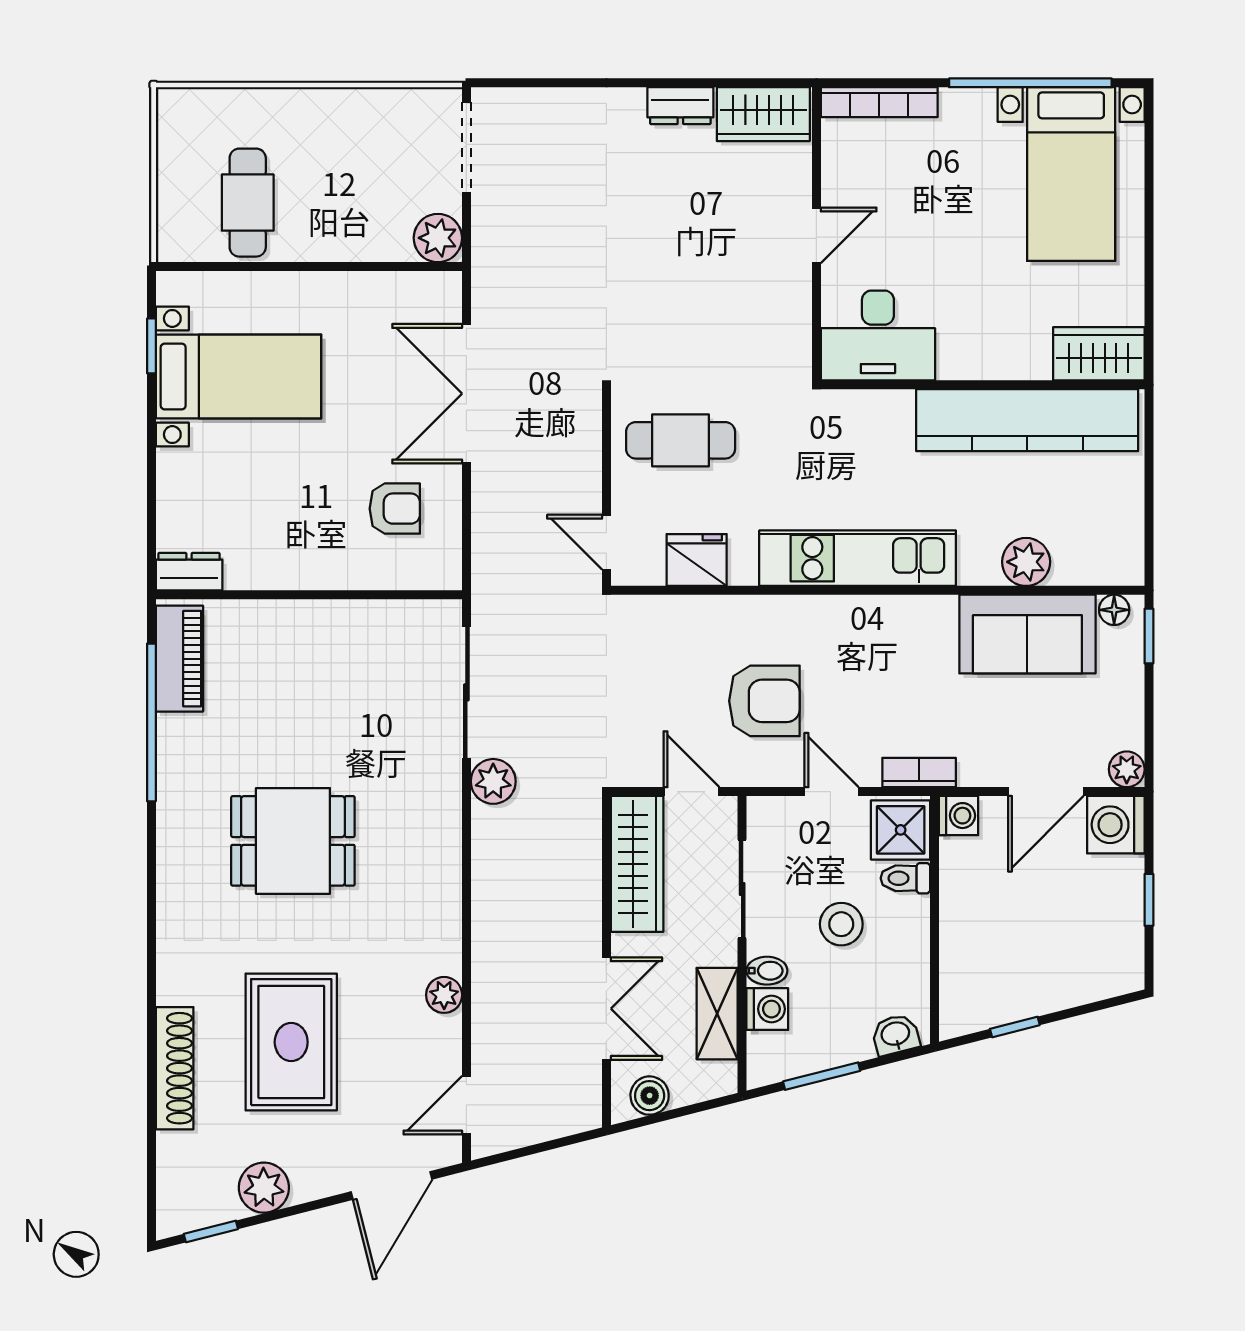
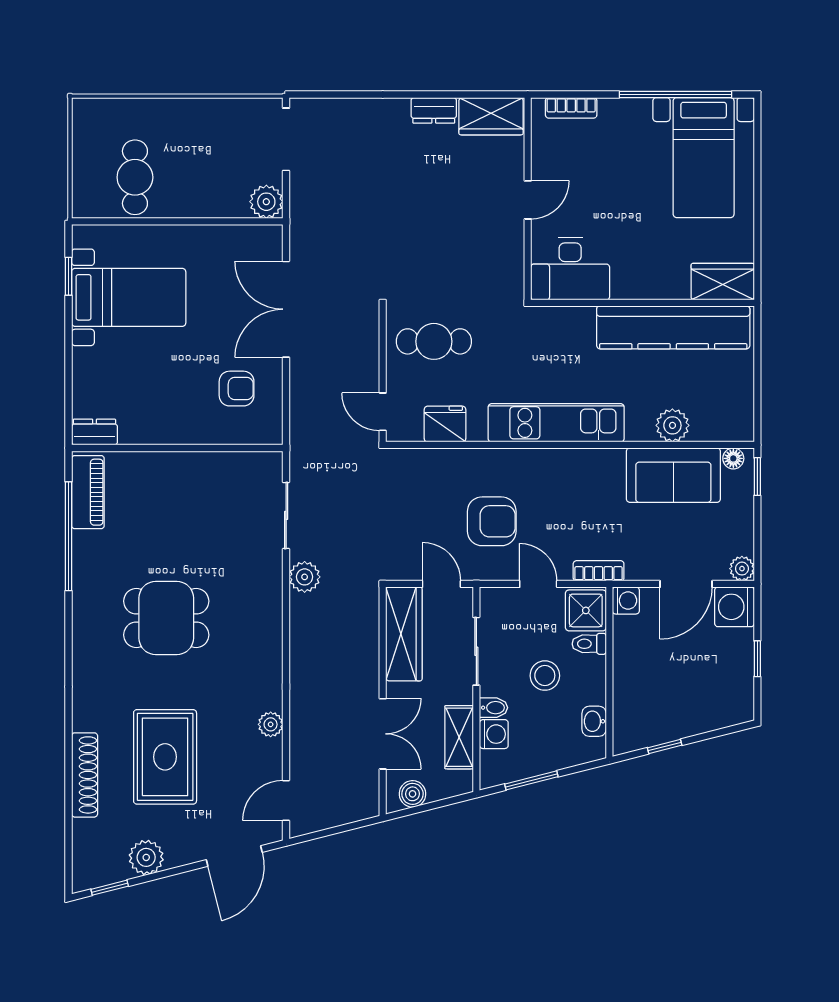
bookcase: (879, 102) -> (571, 108), width x0.64
sliding door: (466, 692) -> (286, 515), width x0.73
washbasin: (896, 1035) -> (594, 721), moved, turned -76

